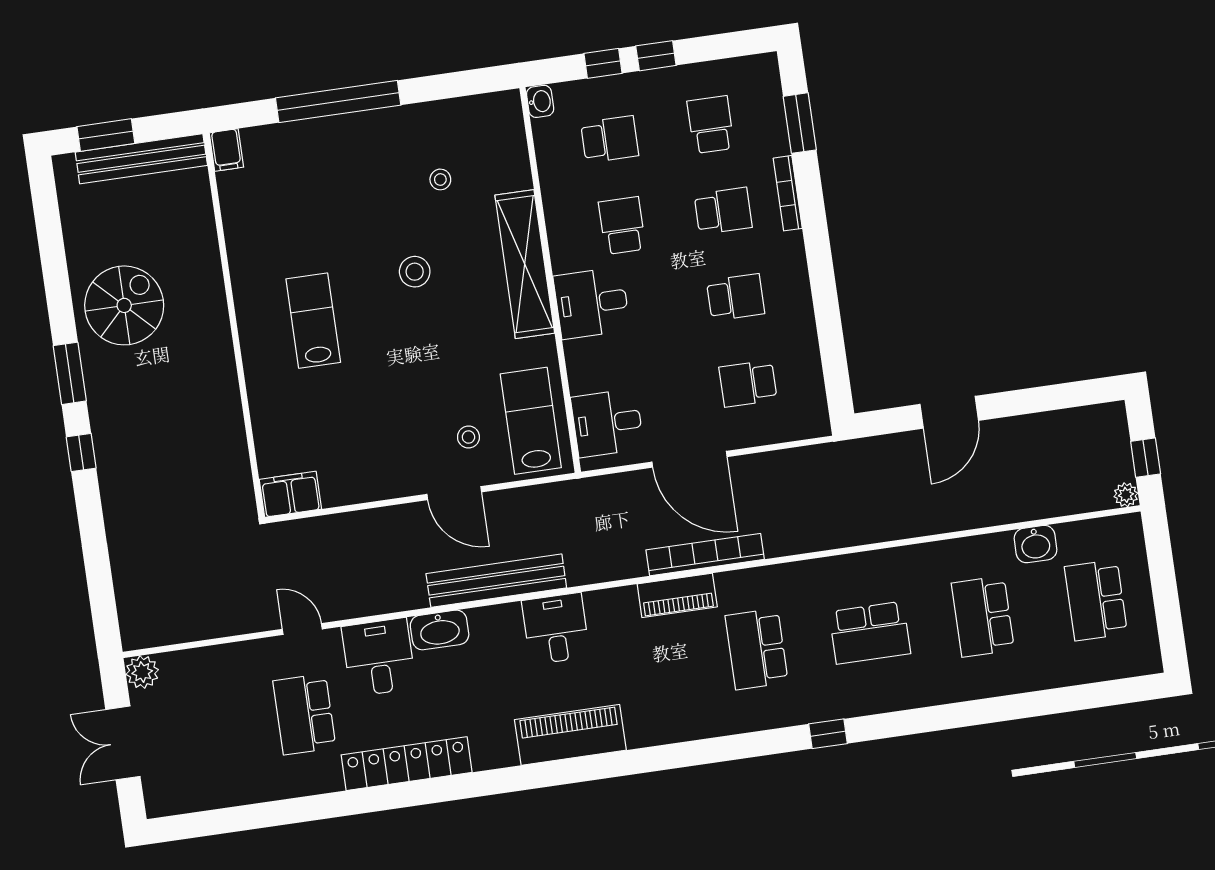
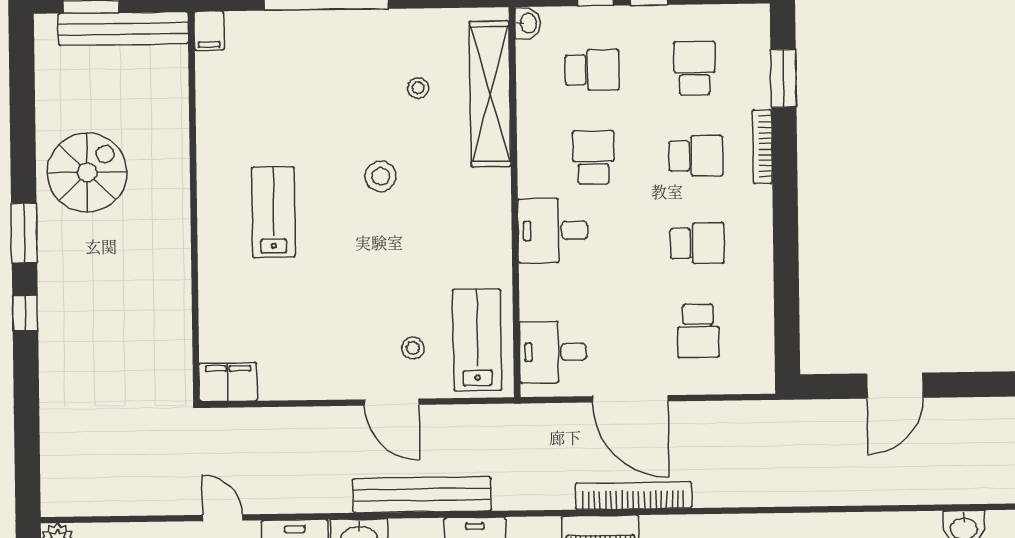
shelving: (525, 264) -> (490, 94), moved
school desk: (748, 384) -> (698, 331), turned -90

